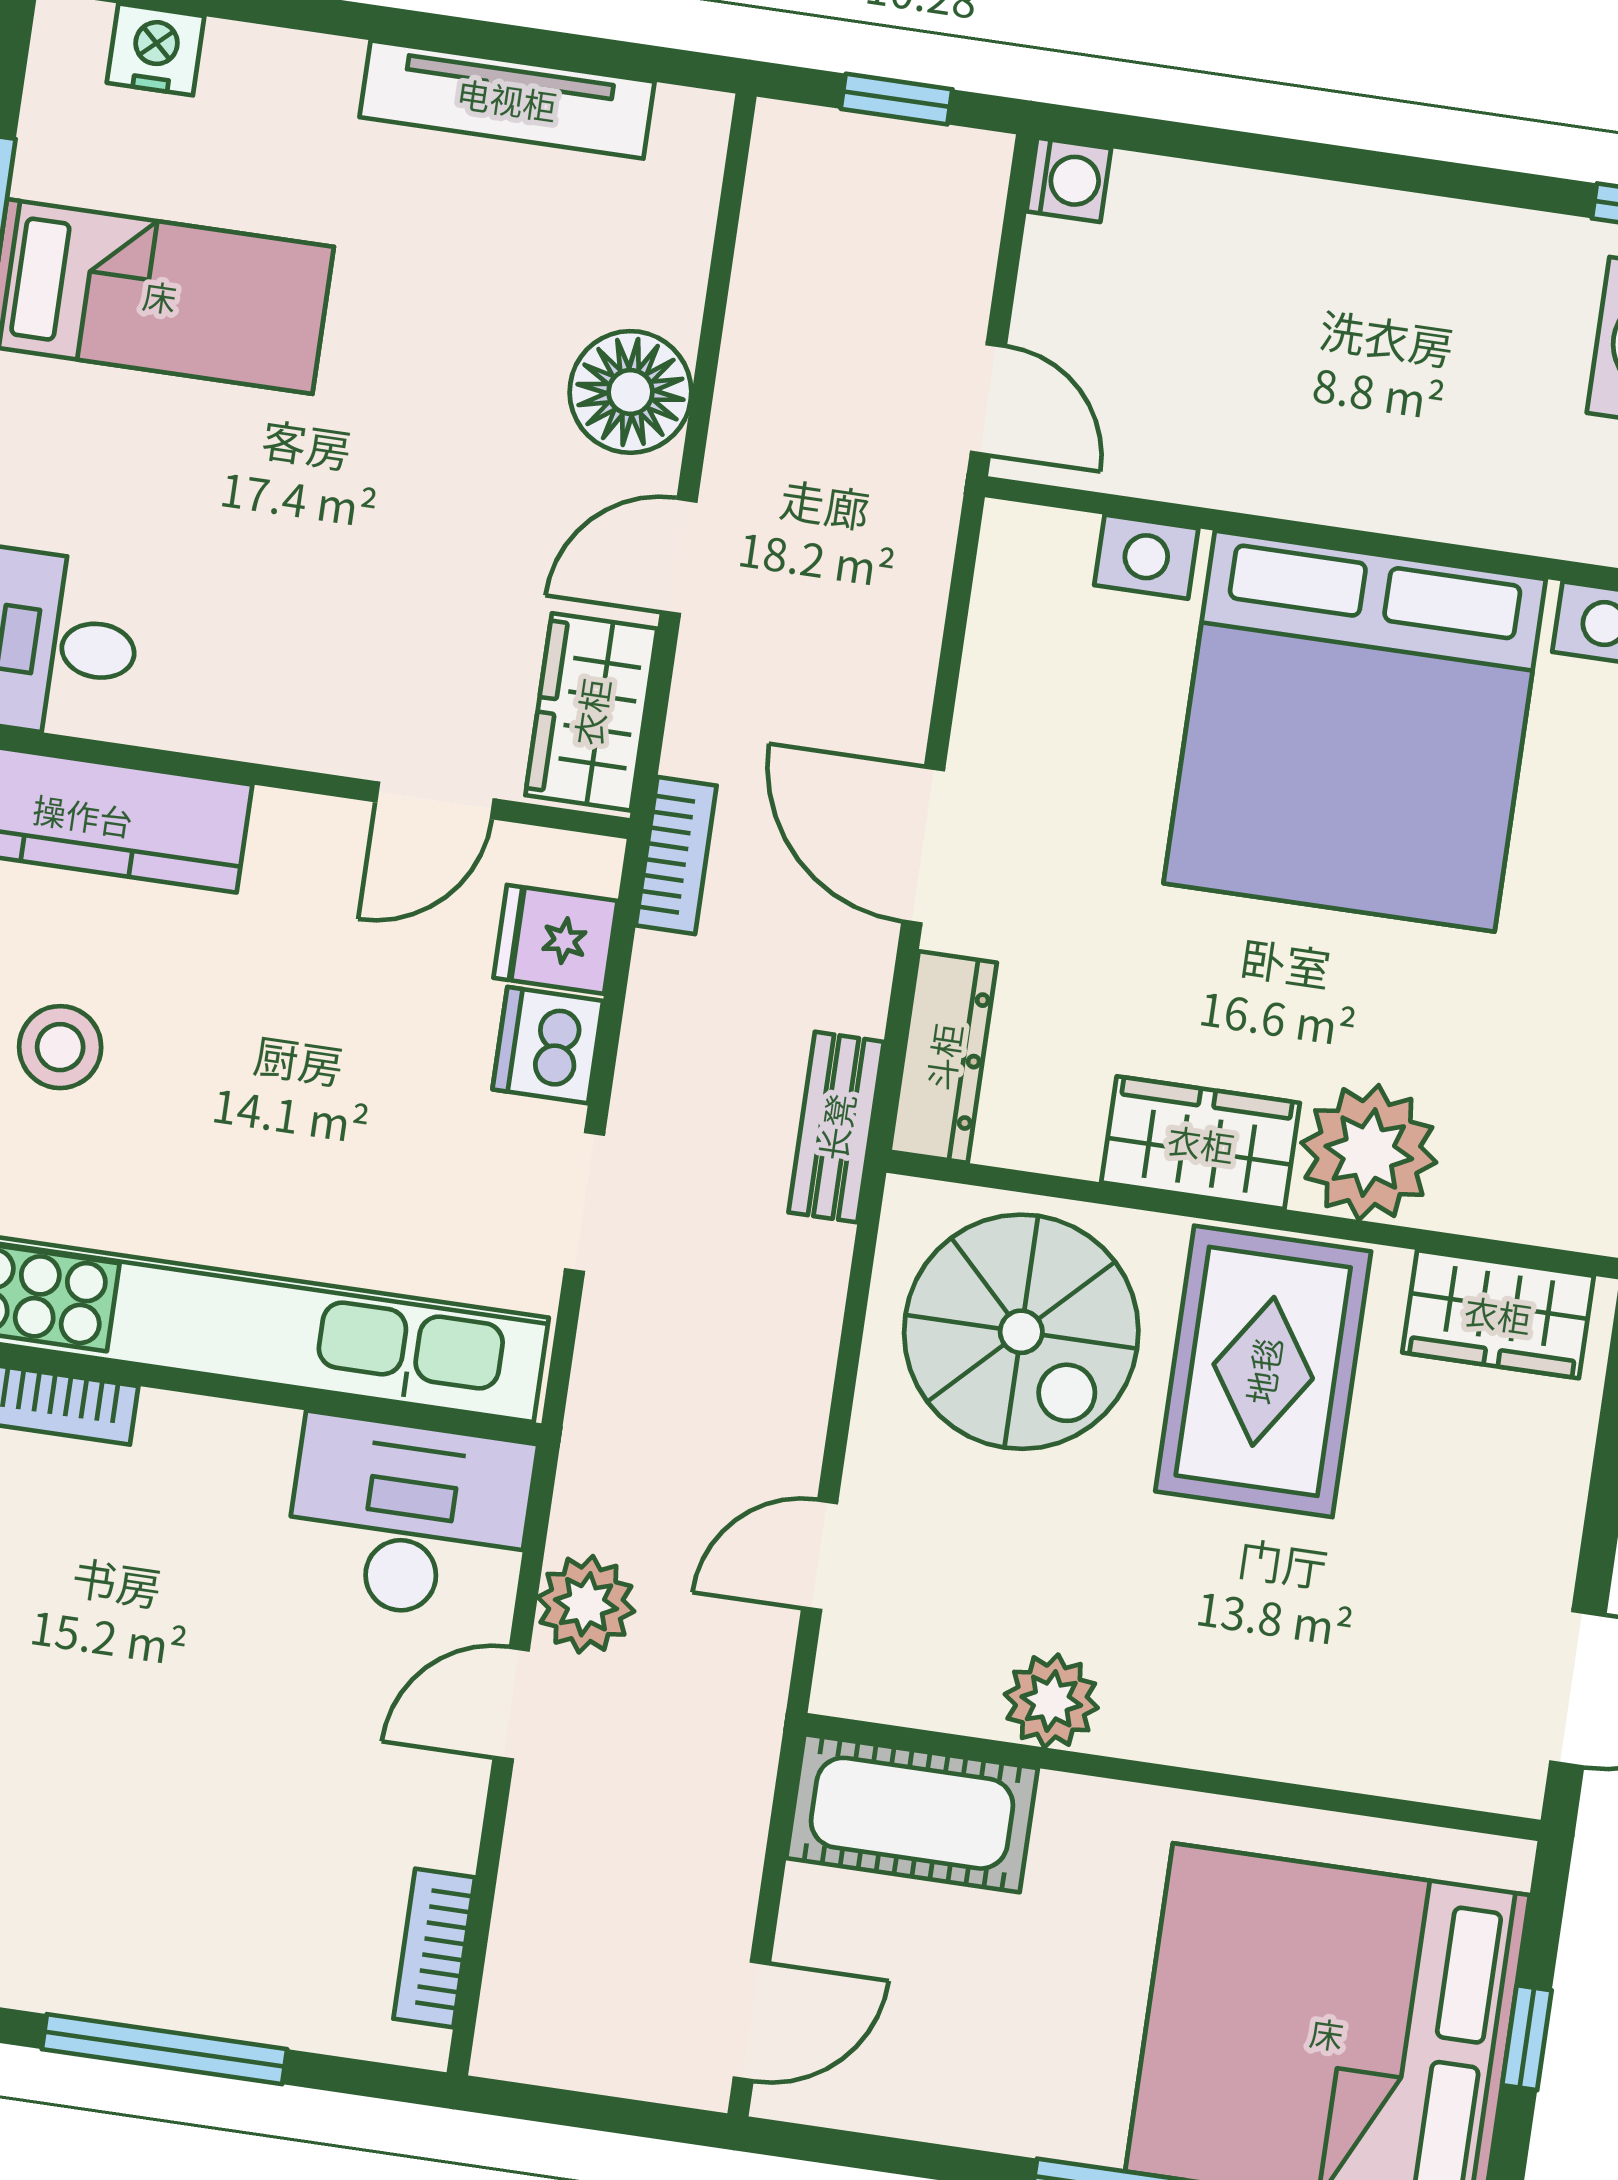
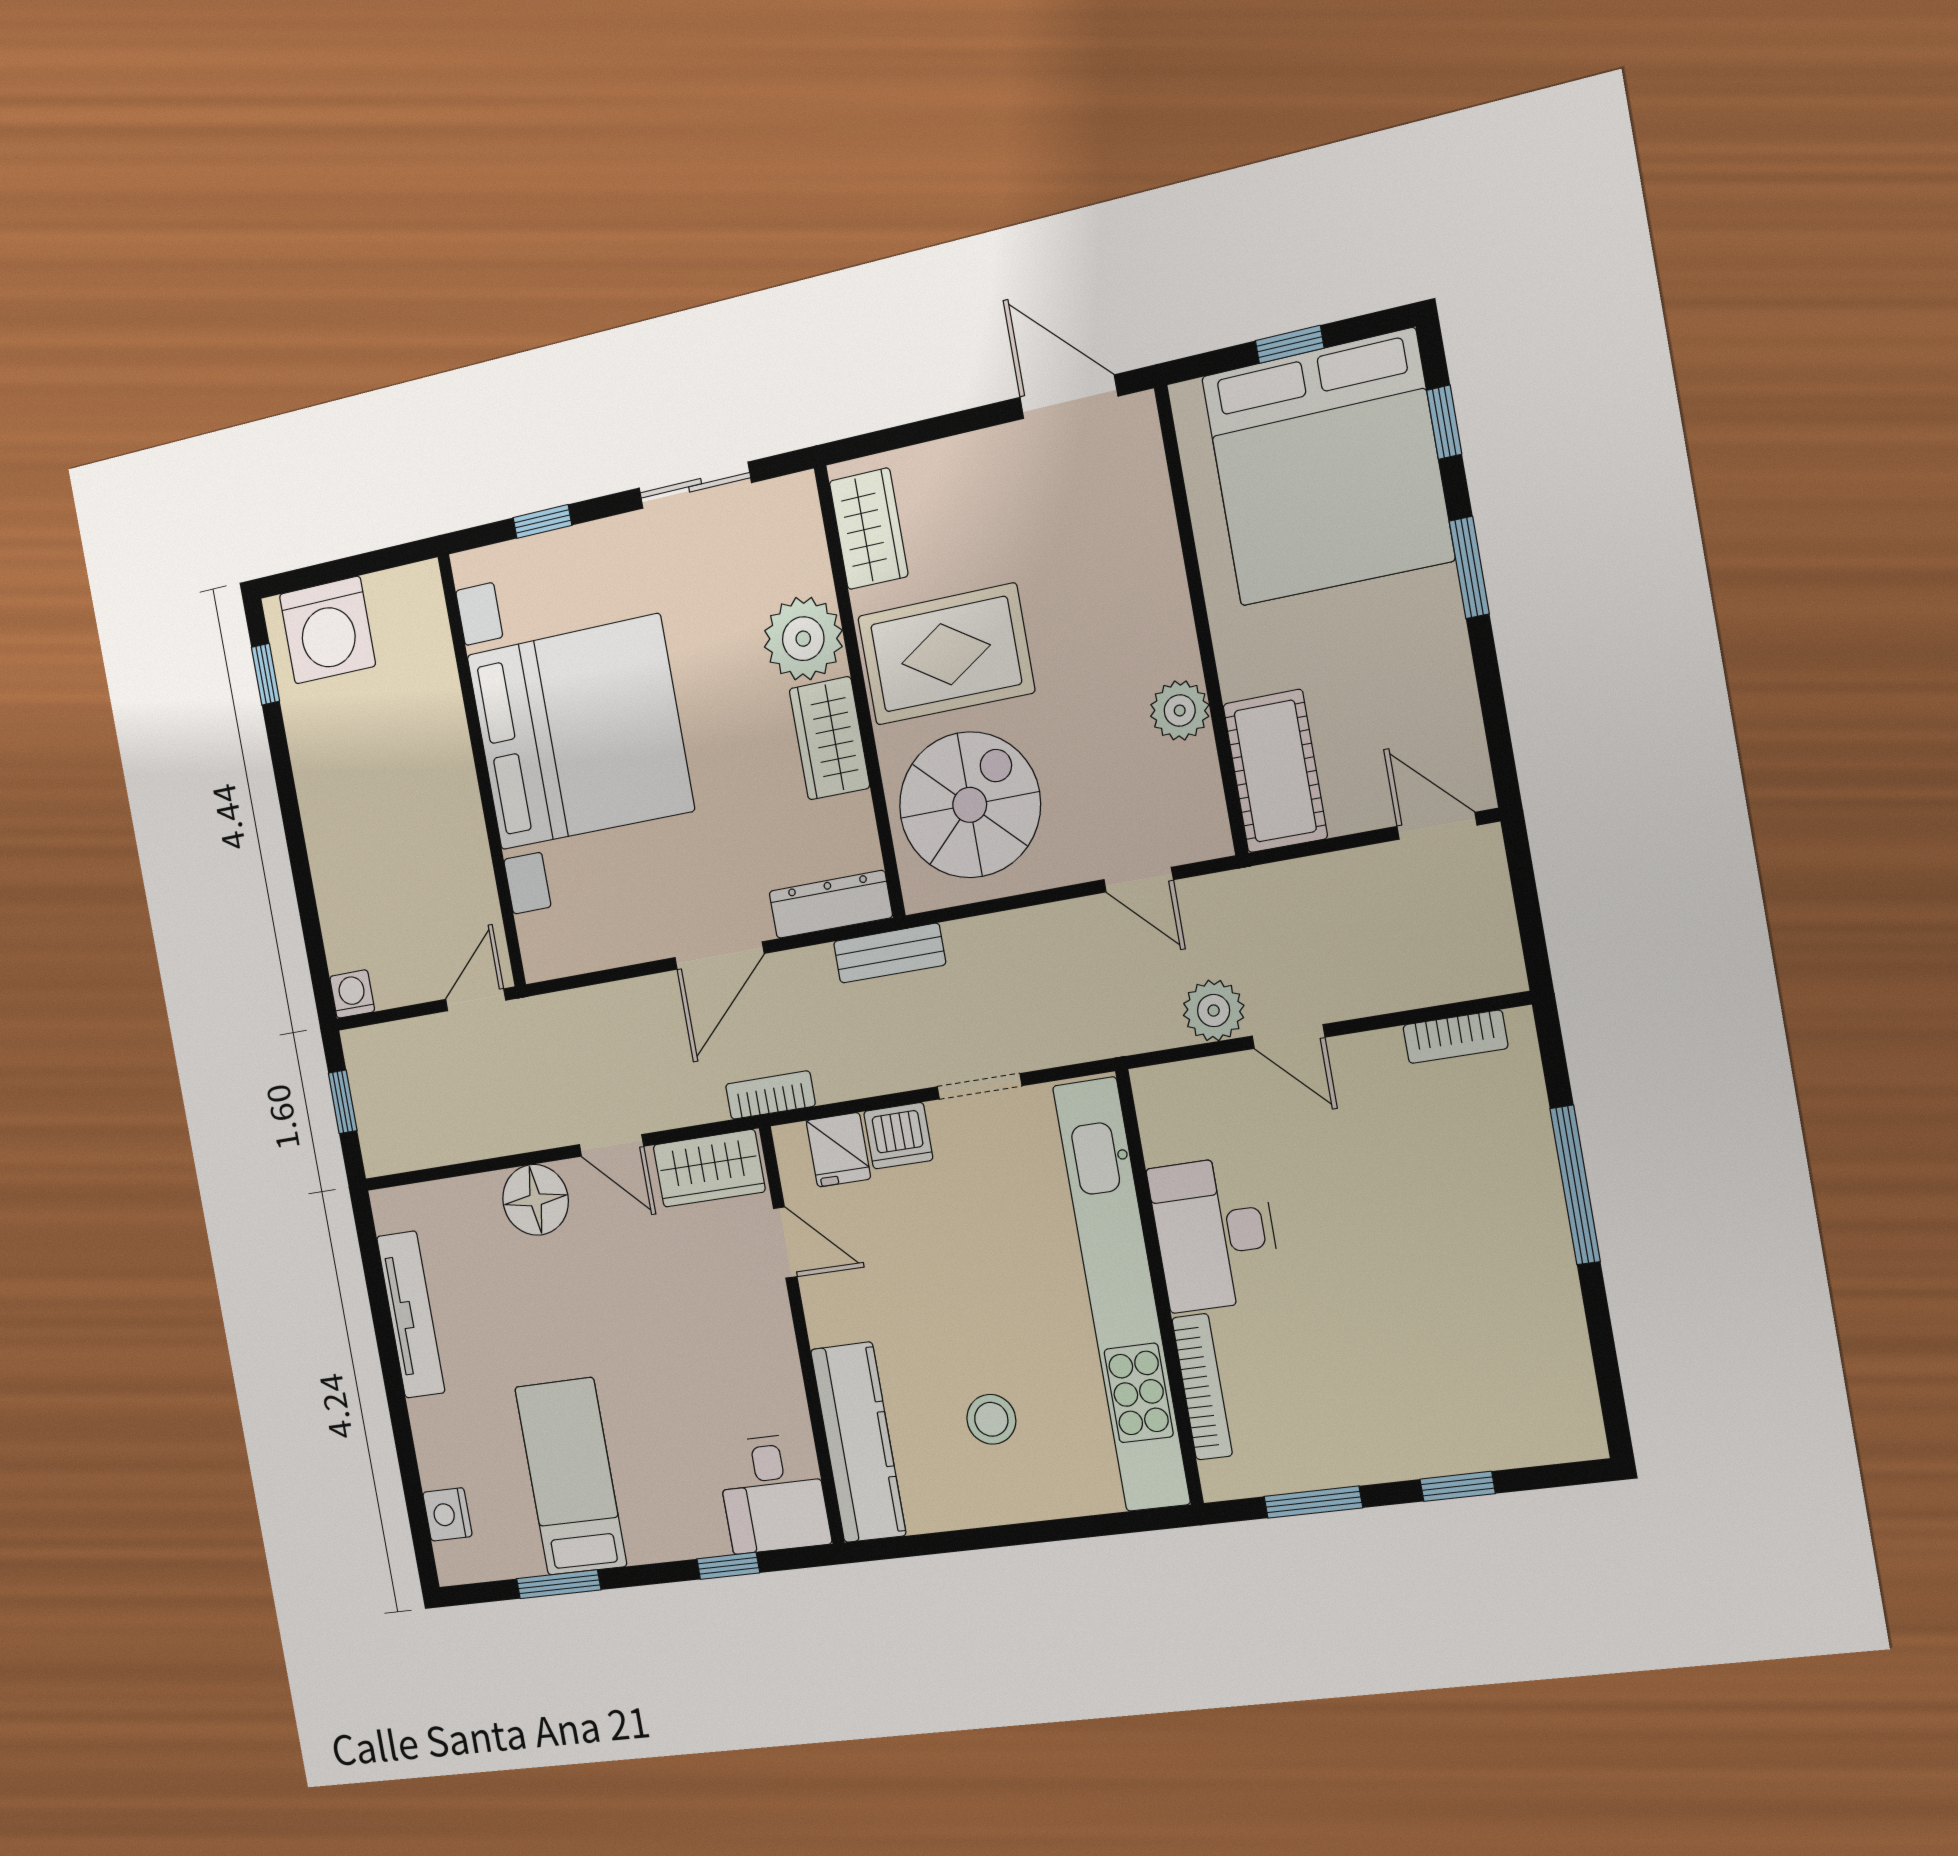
desk: (409, 1519) -> (1215, 1233), moved

